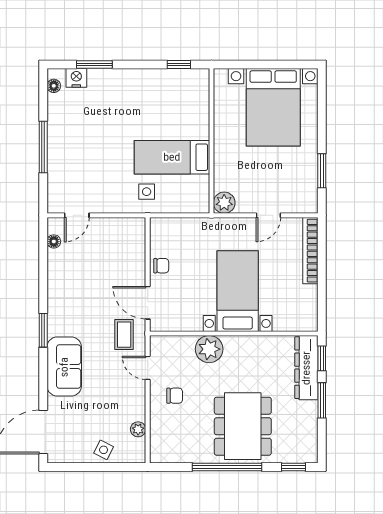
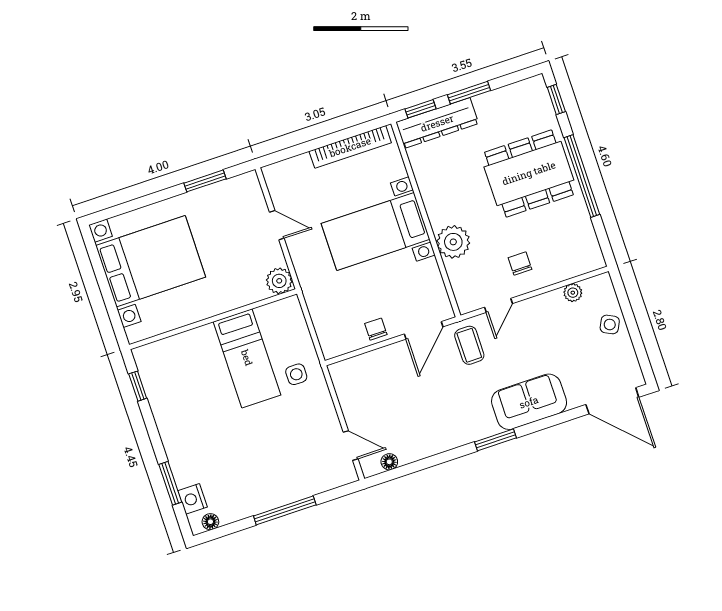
bookcase: (310, 251) -> (350, 147), moved
coffee table: (124, 335) -> (469, 345), turned 90

